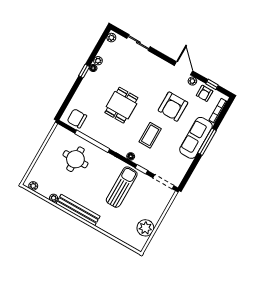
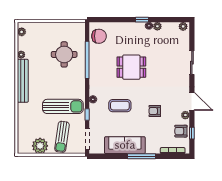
sliding door: (138, 42) -> (192, 63), moved
door: (184, 68) -> (192, 101), hinge flipped
armchair: (173, 107) -> (155, 111), width x0.53, depth x0.53
chair: (77, 118) -> (99, 36), turned 90
sofa: (196, 138) -> (125, 145), moved
sun lounger: (149, 203) -> (62, 137), added

